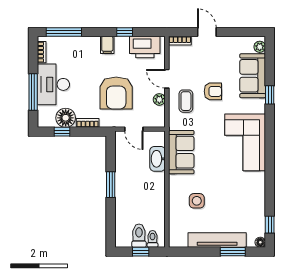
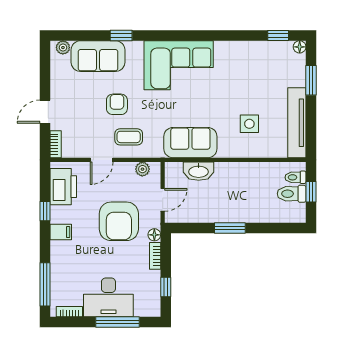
armchair: (116, 93) -> (119, 221), turned 90
plant: (159, 99) -> (142, 169), moved
floor lamp: (66, 118) -> (154, 235), moved, width x0.53, depth x0.53
tv unit: (217, 240) -> (297, 123), moved

